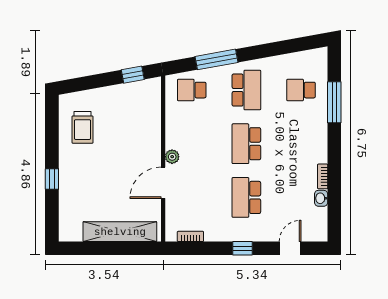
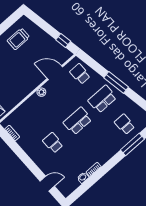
window: (216, 59) -> (116, 82), moved
school desk: (246, 90) -> (102, 99), turned 180
door: (163, 183) -> (55, 73), moved
school desk: (246, 197) -> (53, 143), width x0.54
window: (243, 248) -> (28, 162), removed

